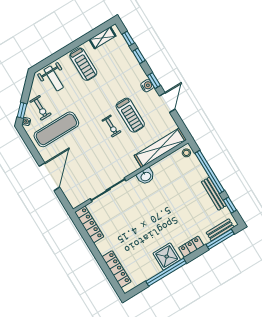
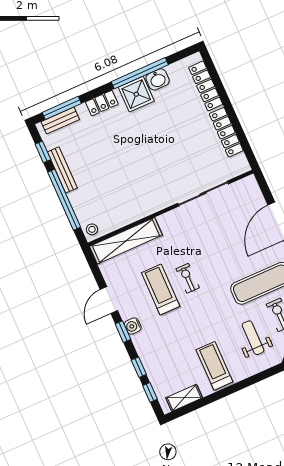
weight bench: (54, 78) -> (253, 338), moved
washbasin: (146, 176) -> (158, 79), moved, turned 180
locker: (89, 224) -> (226, 132), moved

